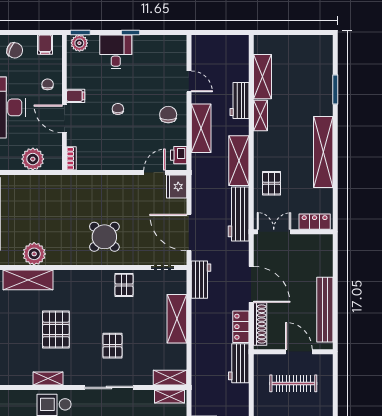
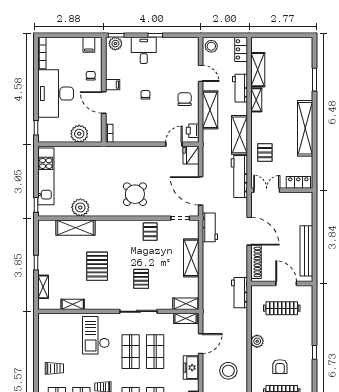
stool: (203, 47) -> (211, 46), added
chair: (15, 50) -> (65, 49), removed
locker: (241, 327) -> (241, 49), moved
shelving: (48, 378) -> (73, 304), moved

